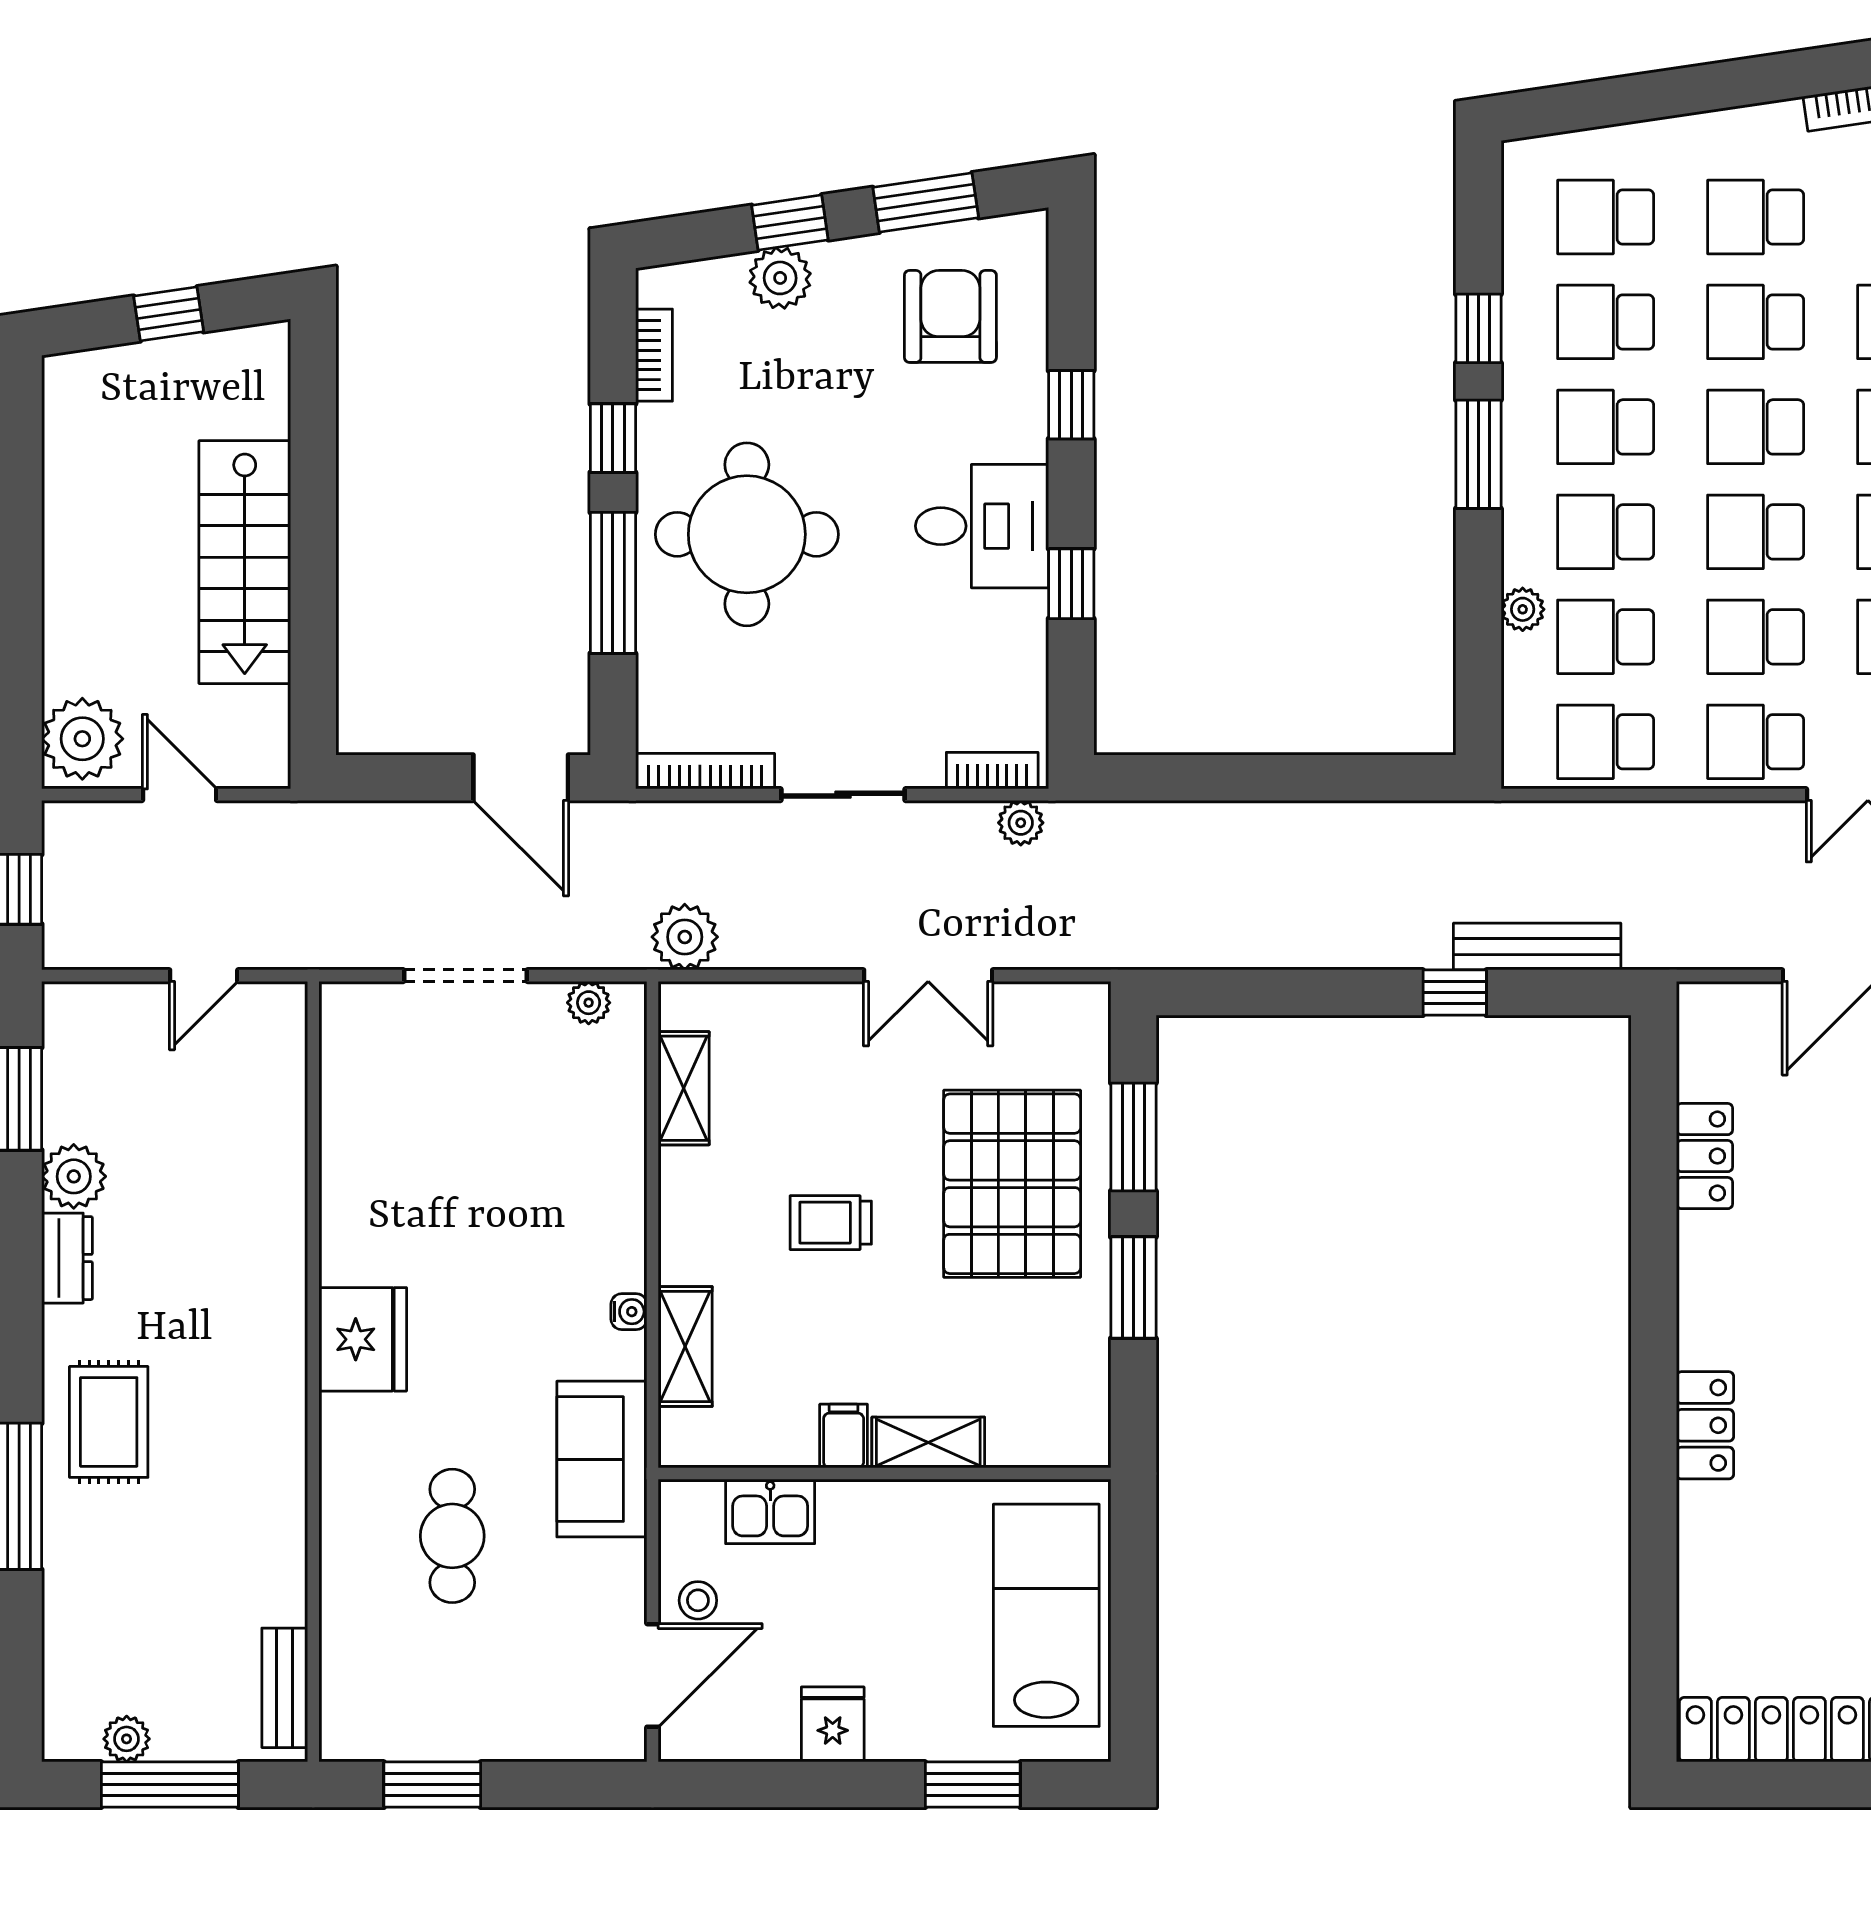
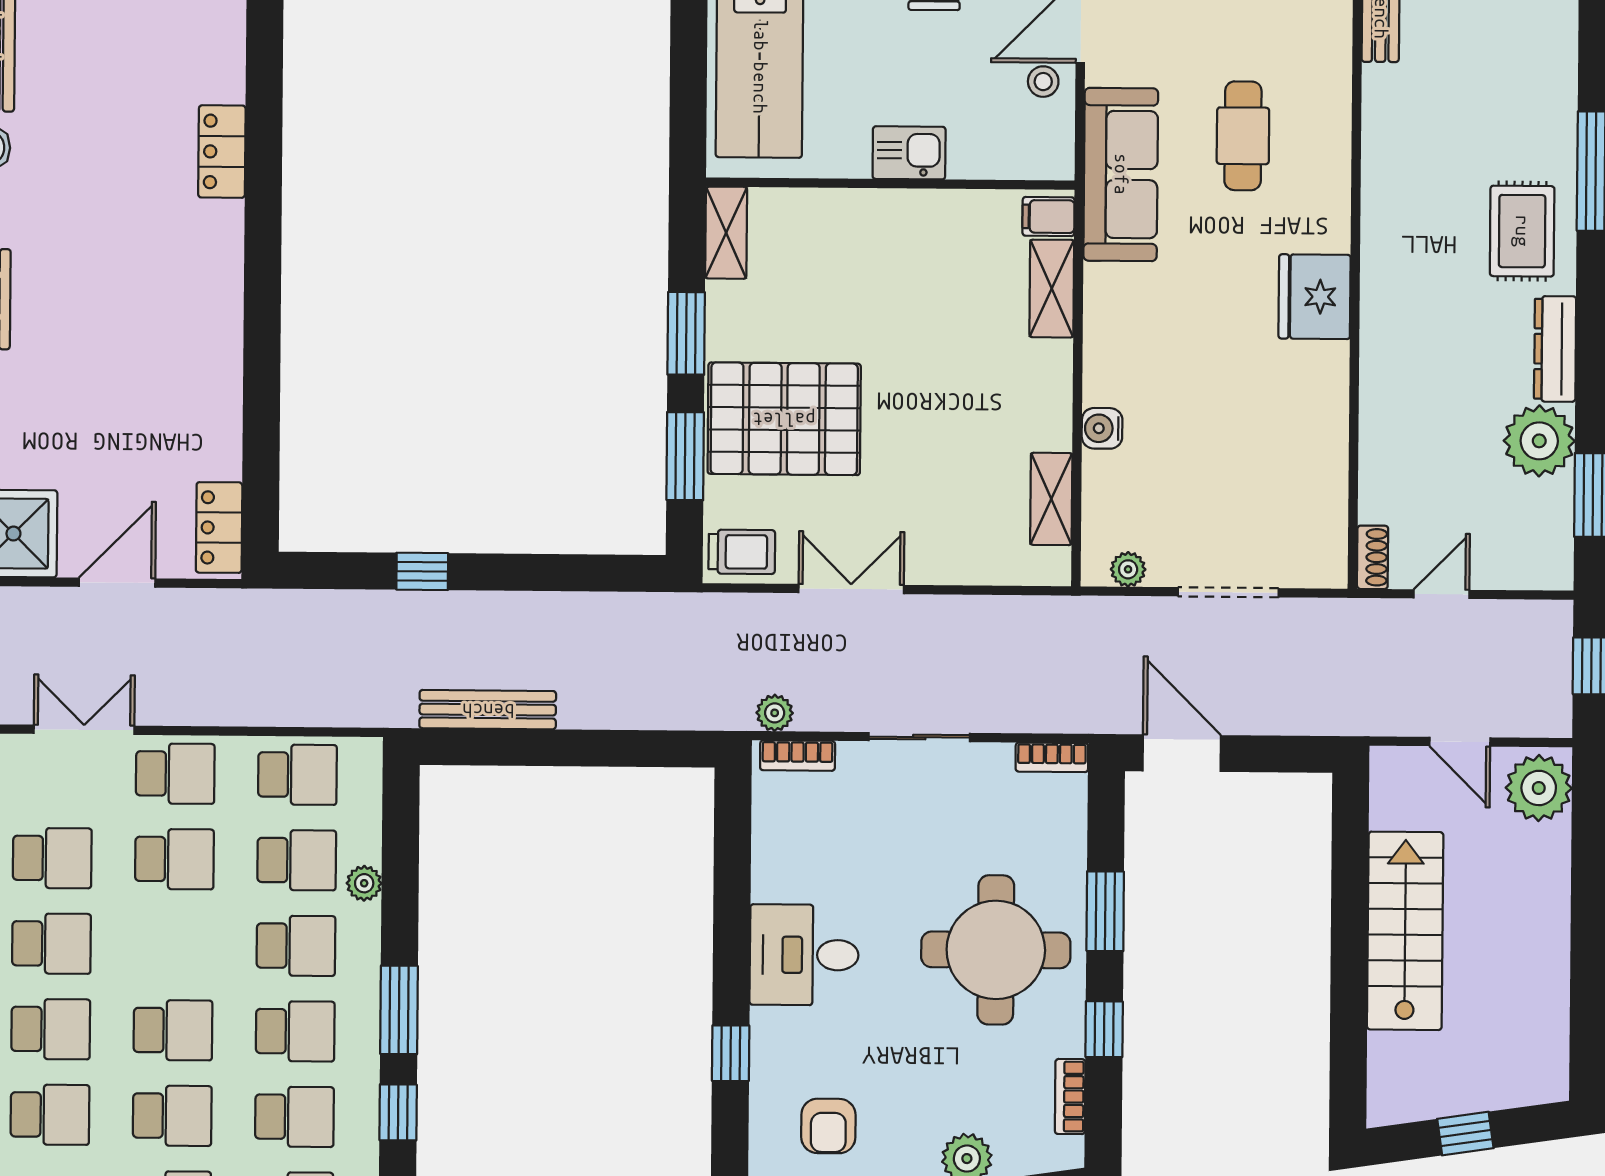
armchair: (950, 316) -> (828, 1126), width x0.72, depth x0.72
school desk: (1756, 532) -> (174, 945), removed
window: (613, 583) -> (1105, 911), width x0.69
window: (1071, 584) -> (732, 907), removed
bookcase: (705, 771) -> (1052, 757), width x0.64
plant: (685, 937) -> (1049, 622), removed
bench: (1537, 947) -> (488, 710), moved
shoe rack: (289, 1020) -> (1373, 557), added
locker: (1704, 1156) -> (219, 528), moved
plant: (74, 1176) -> (1539, 441), width x1.36, depth x1.36
pallet: (1012, 1184) -> (784, 419), turned 90
trolley: (831, 1223) -> (742, 552), moved
dresser: (67, 1258) -> (1555, 349), width x1.44
water cooler: (629, 1312) -> (1102, 428), moved, width x1.38, depth x1.38
locker: (1705, 1425) -> (222, 152), moved
filing cabinet: (844, 1436) -> (1048, 217), moved, turned 90
shelving: (928, 1442) -> (726, 233), moved, turned 90
sofa: (602, 1459) -> (1121, 174), width x1.36
kitchen sink: (770, 1511) -> (909, 153), moved

